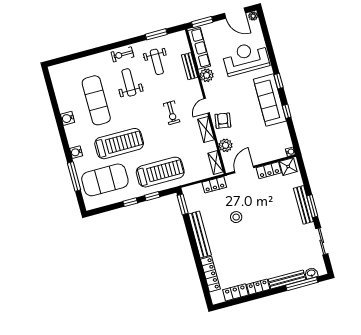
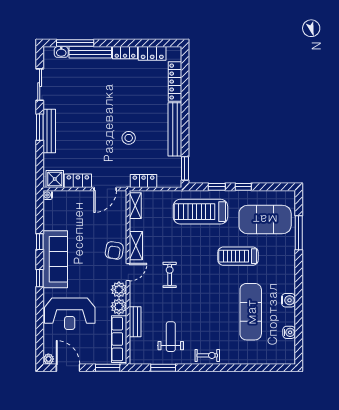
weight bench: (129, 82) -> (208, 322), removed
treadmill: (119, 144) -> (238, 256), width x0.73, depth x0.73
plant: (225, 145) -> (119, 290), moved
water cooler: (76, 152) -> (289, 332), moved

